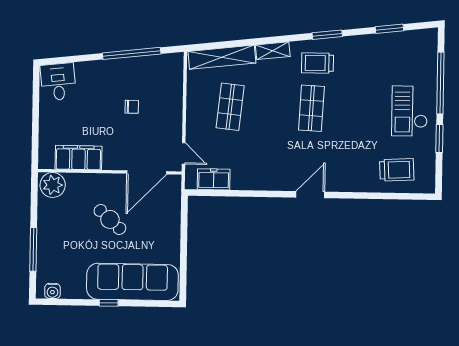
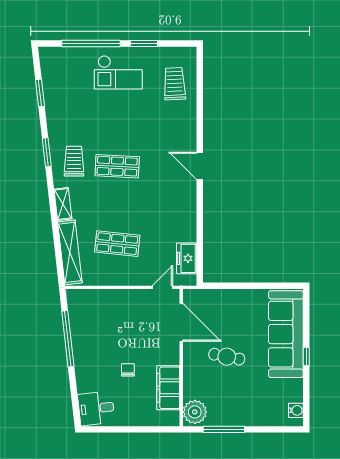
trolley: (317, 63) -> (74, 161), turned 180
chair: (132, 107) -> (128, 370), moved
cafe table: (110, 219) -> (227, 357), turned 59
window: (33, 249) -> (224, 429), moved

